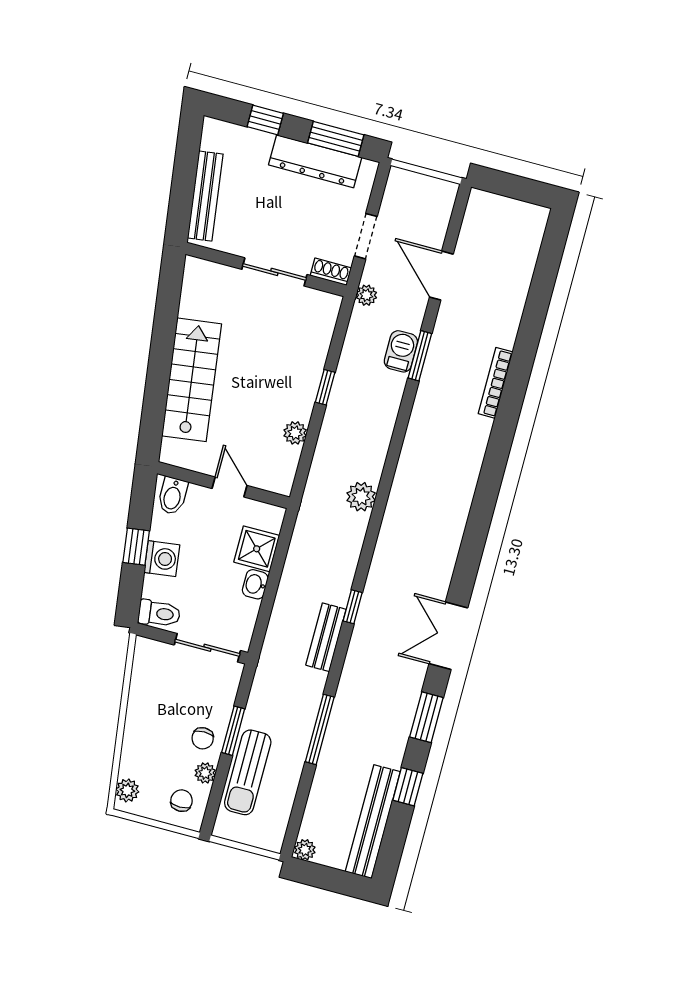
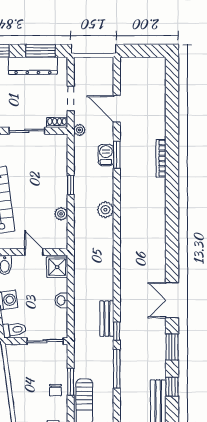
plant: (361, 497) -> (105, 210), moved
shower: (257, 549) -> (57, 267), moved
window: (353, 607) -> (117, 331), moved
plant: (205, 773) -> (62, 408), removed

